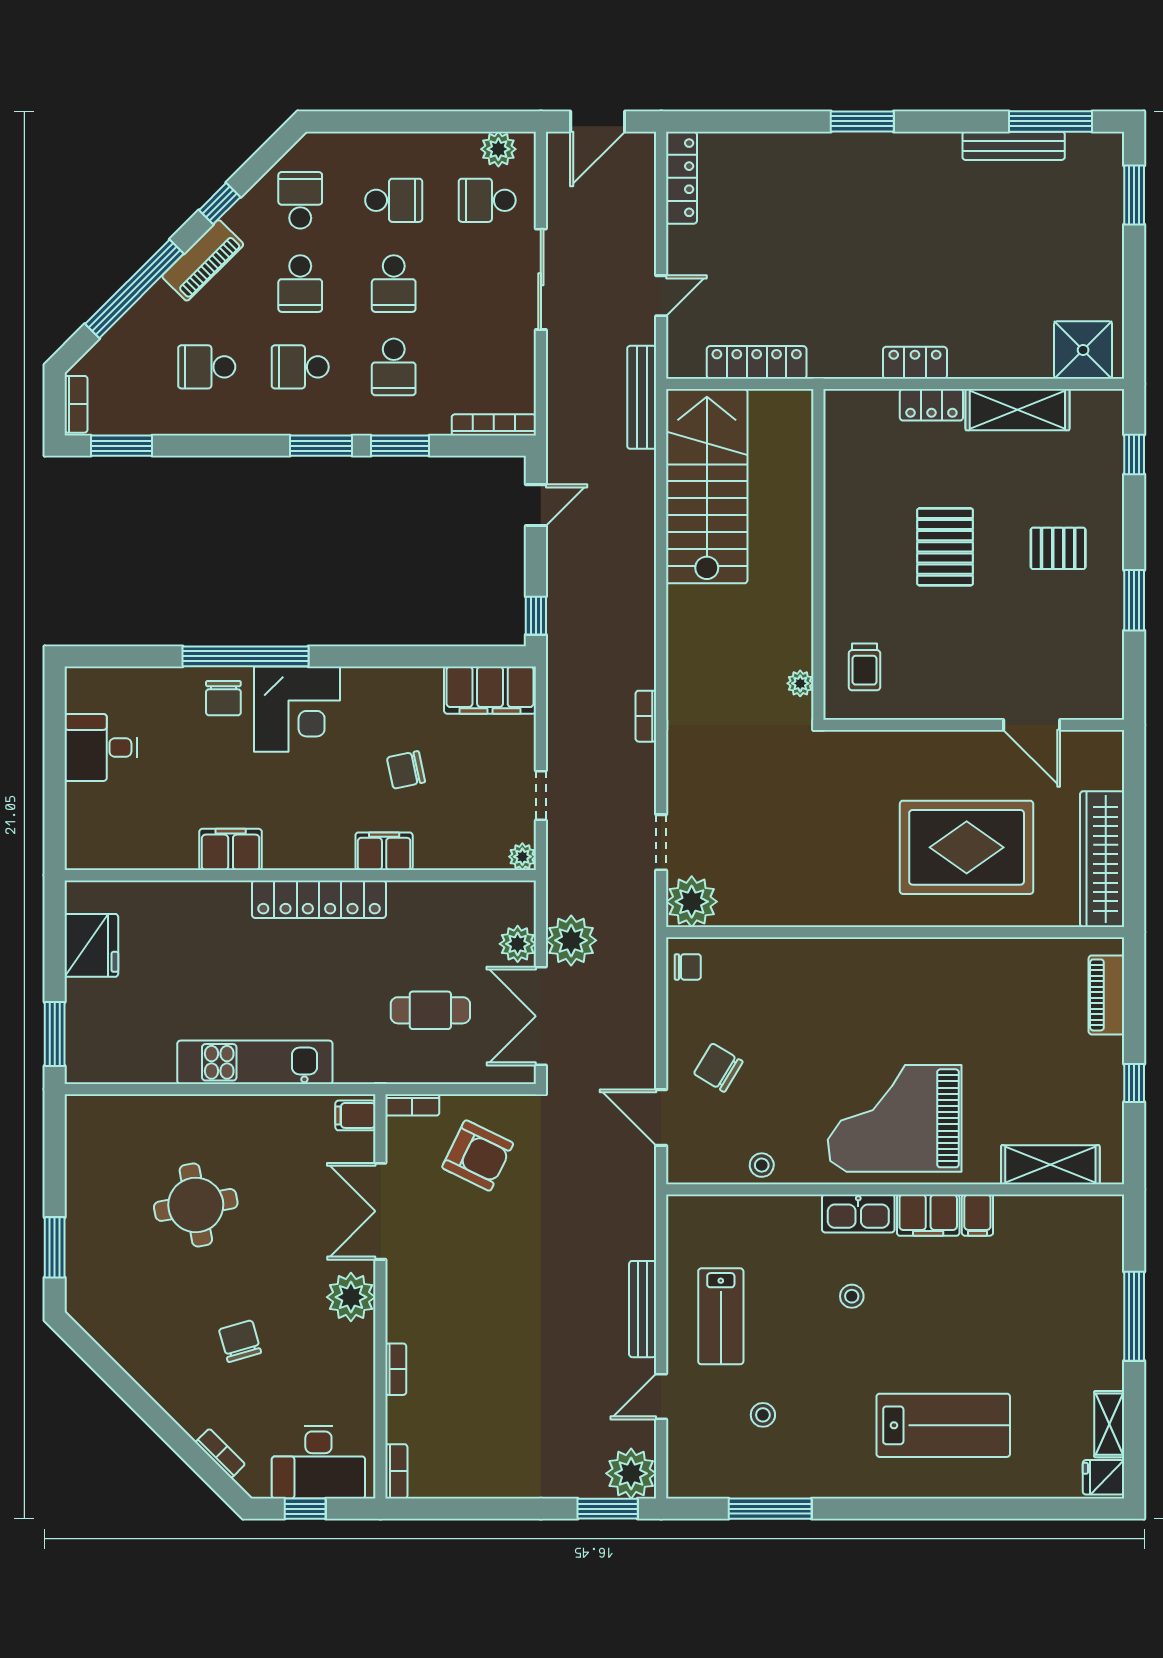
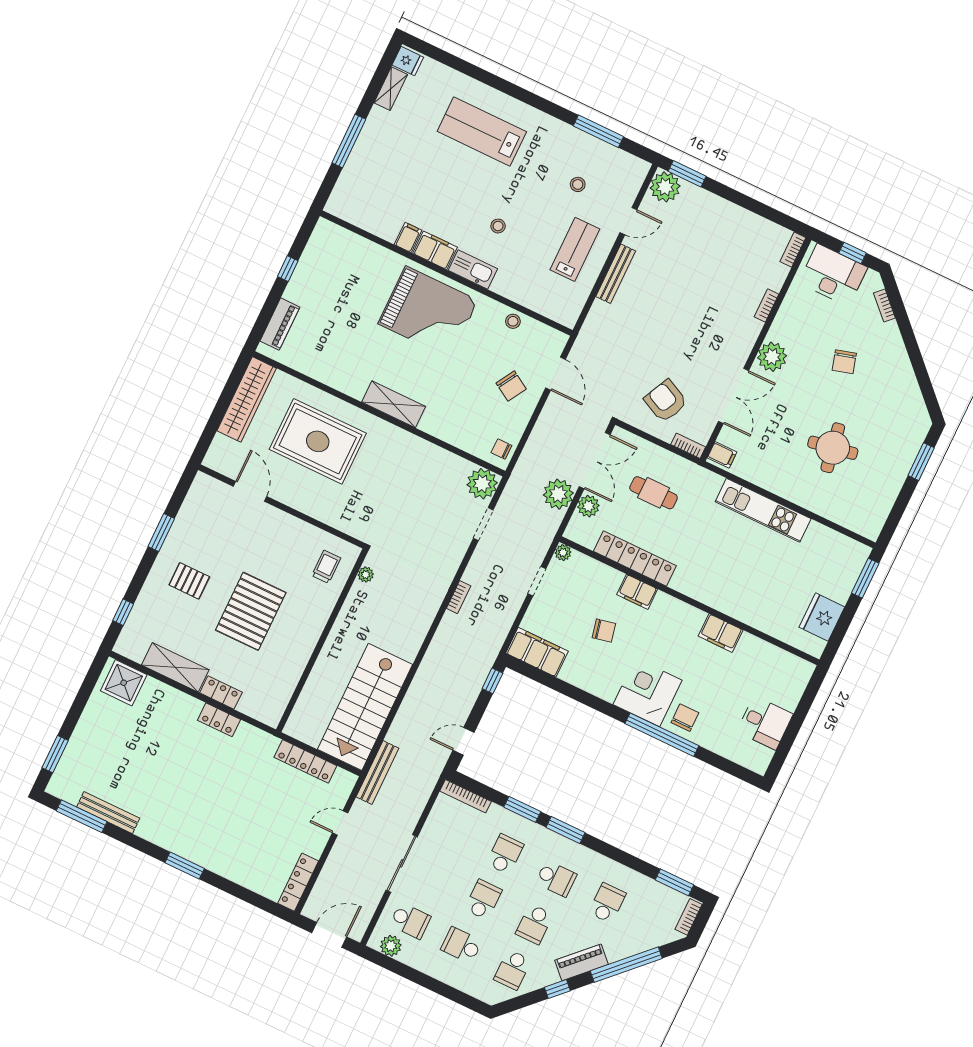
school desk: (300, 284) -> (534, 924), turned 180
school desk: (207, 367) -> (607, 903), turned -90
pallet: (945, 547) -> (251, 611), width x1.37, depth x1.41
locker: (319, 899) -> (635, 558), moved
shelving: (1050, 1165) -> (394, 404), moved

